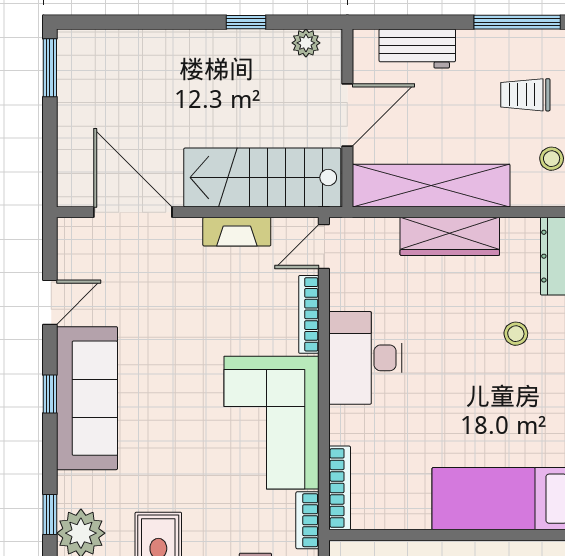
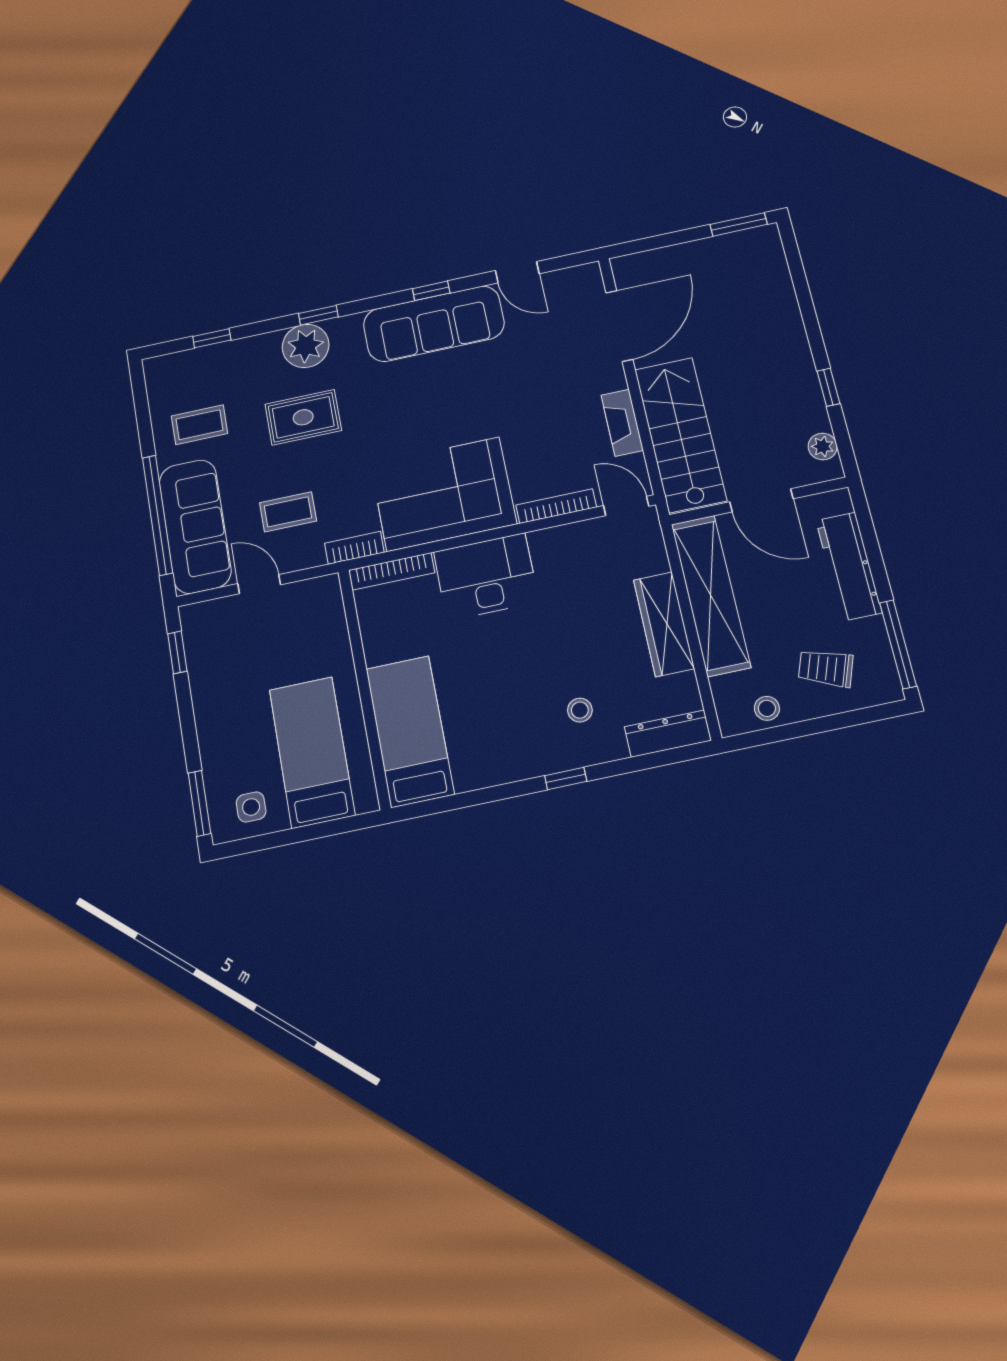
workbench: (417, 49) -> (849, 566), width x1.38
trolley: (525, 95) -> (826, 668), turned -70
desk: (365, 358) -> (486, 577), moved

